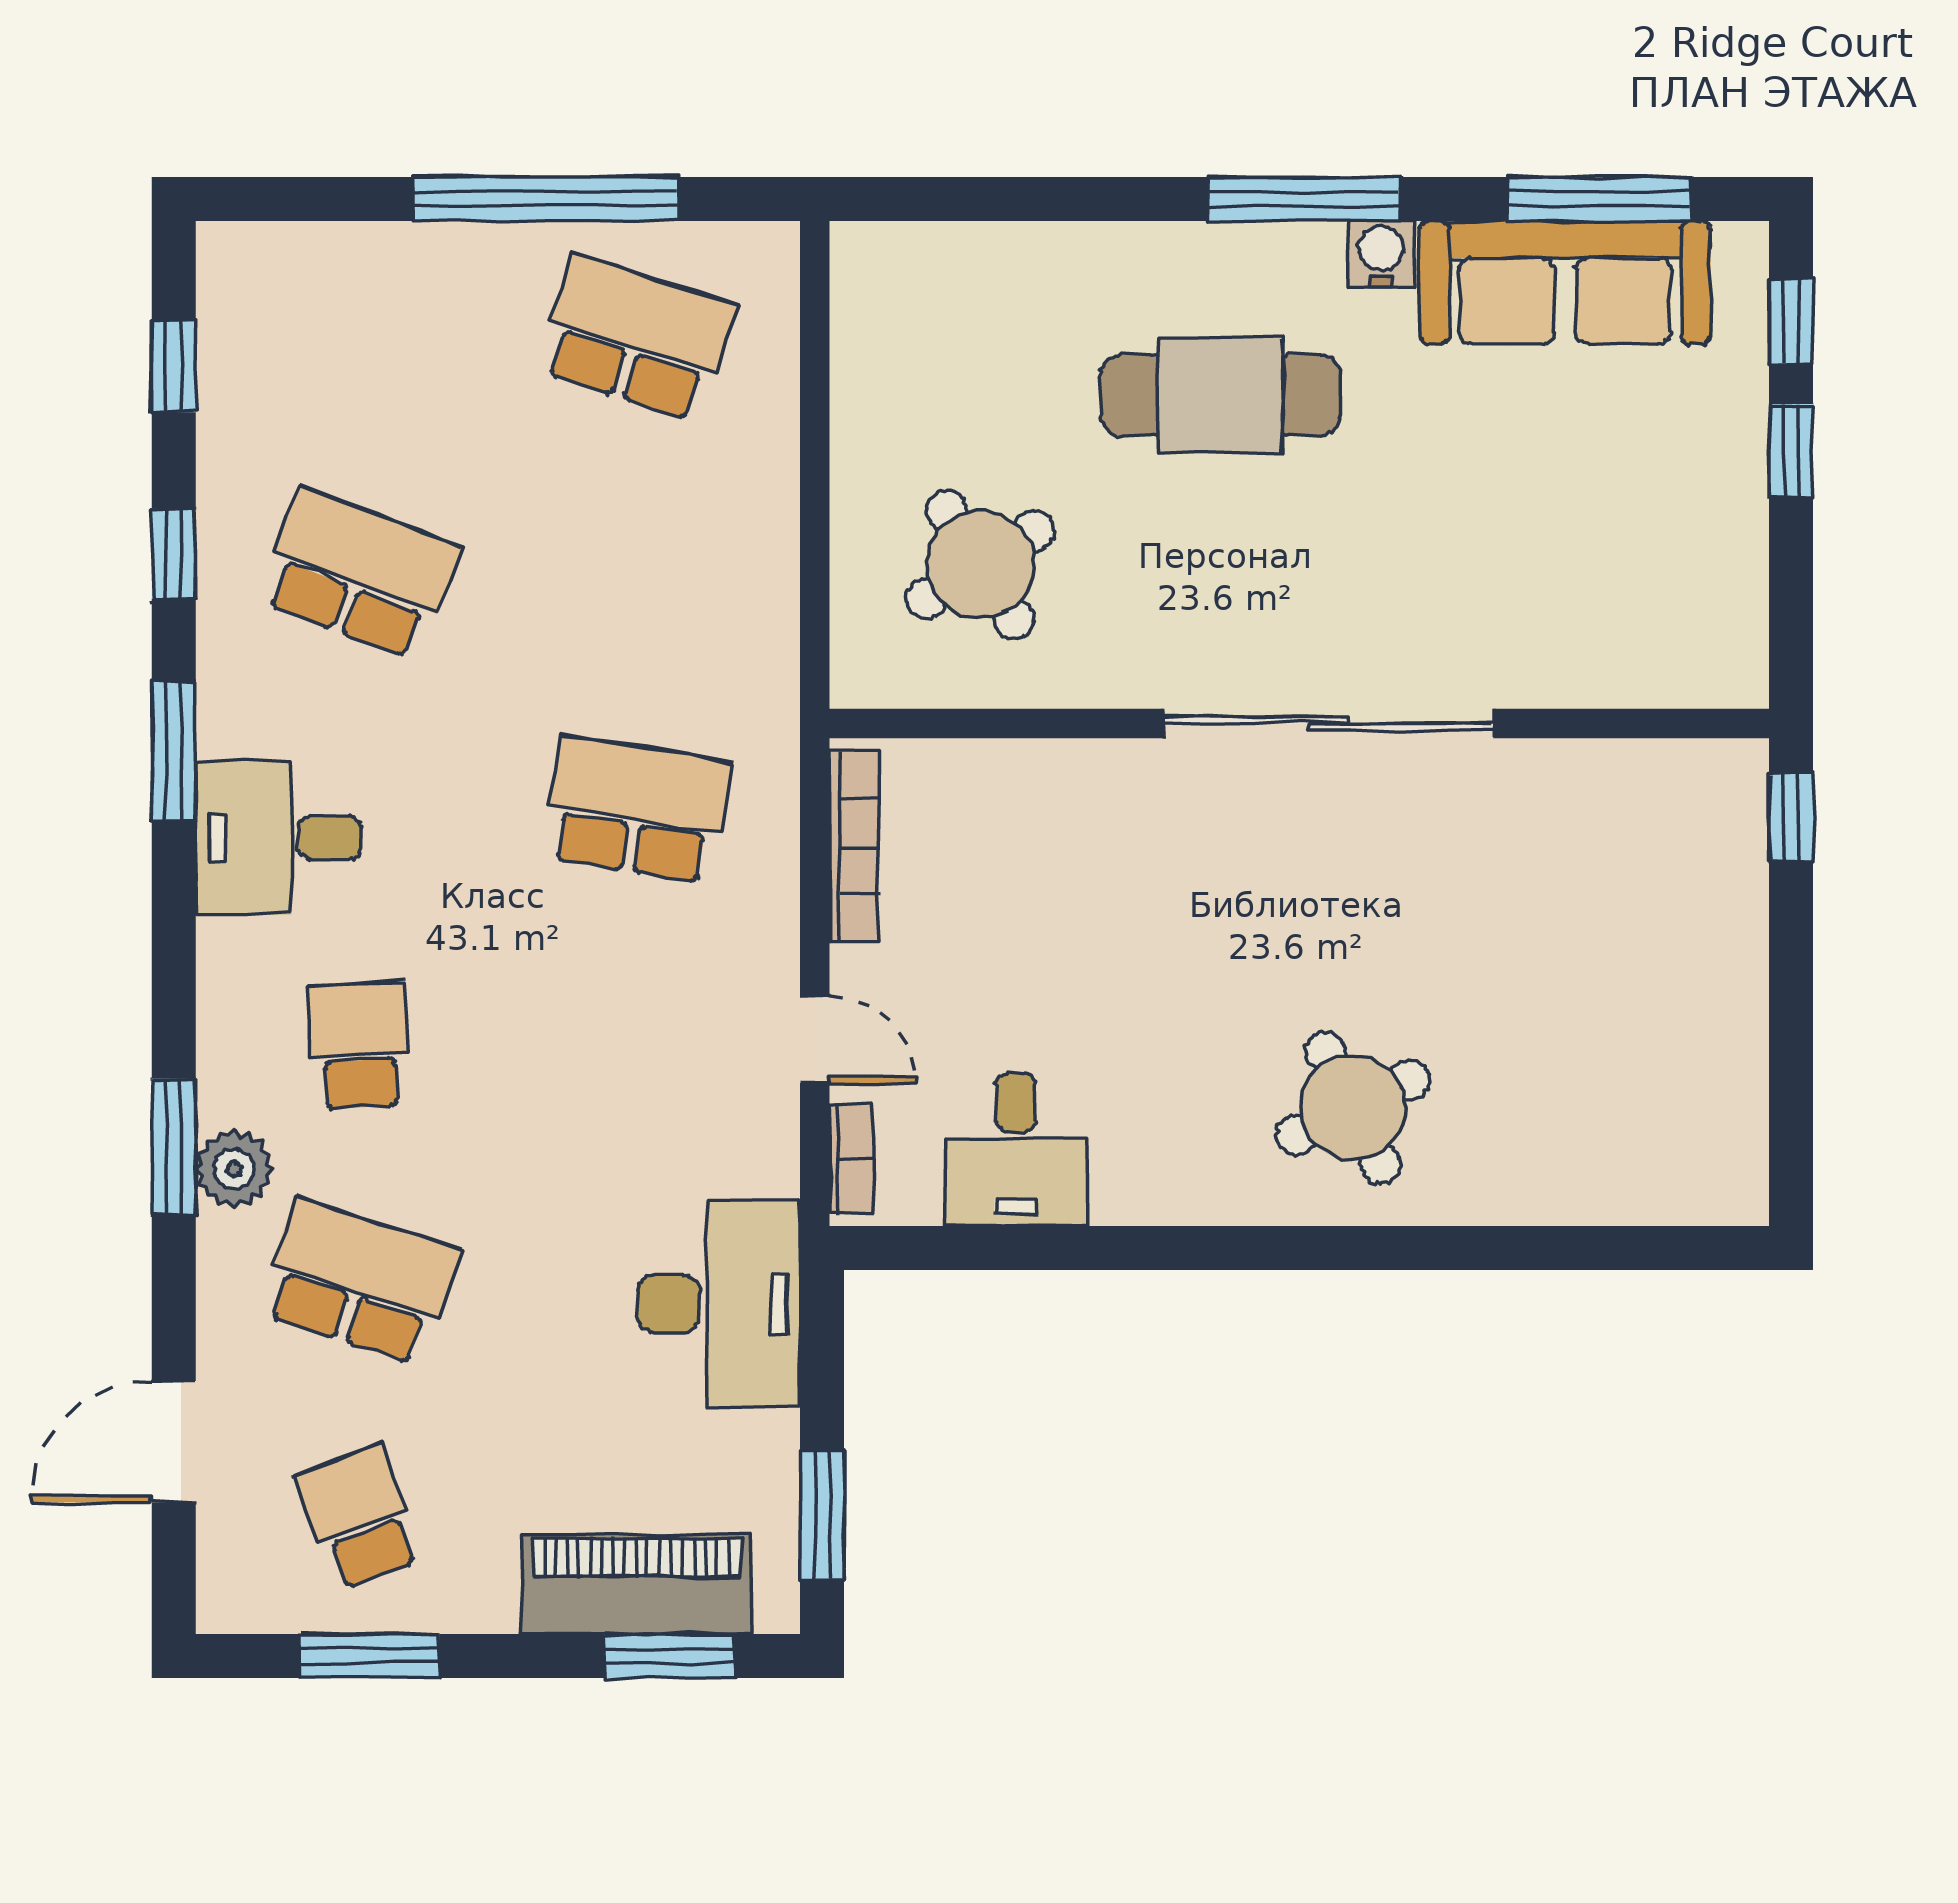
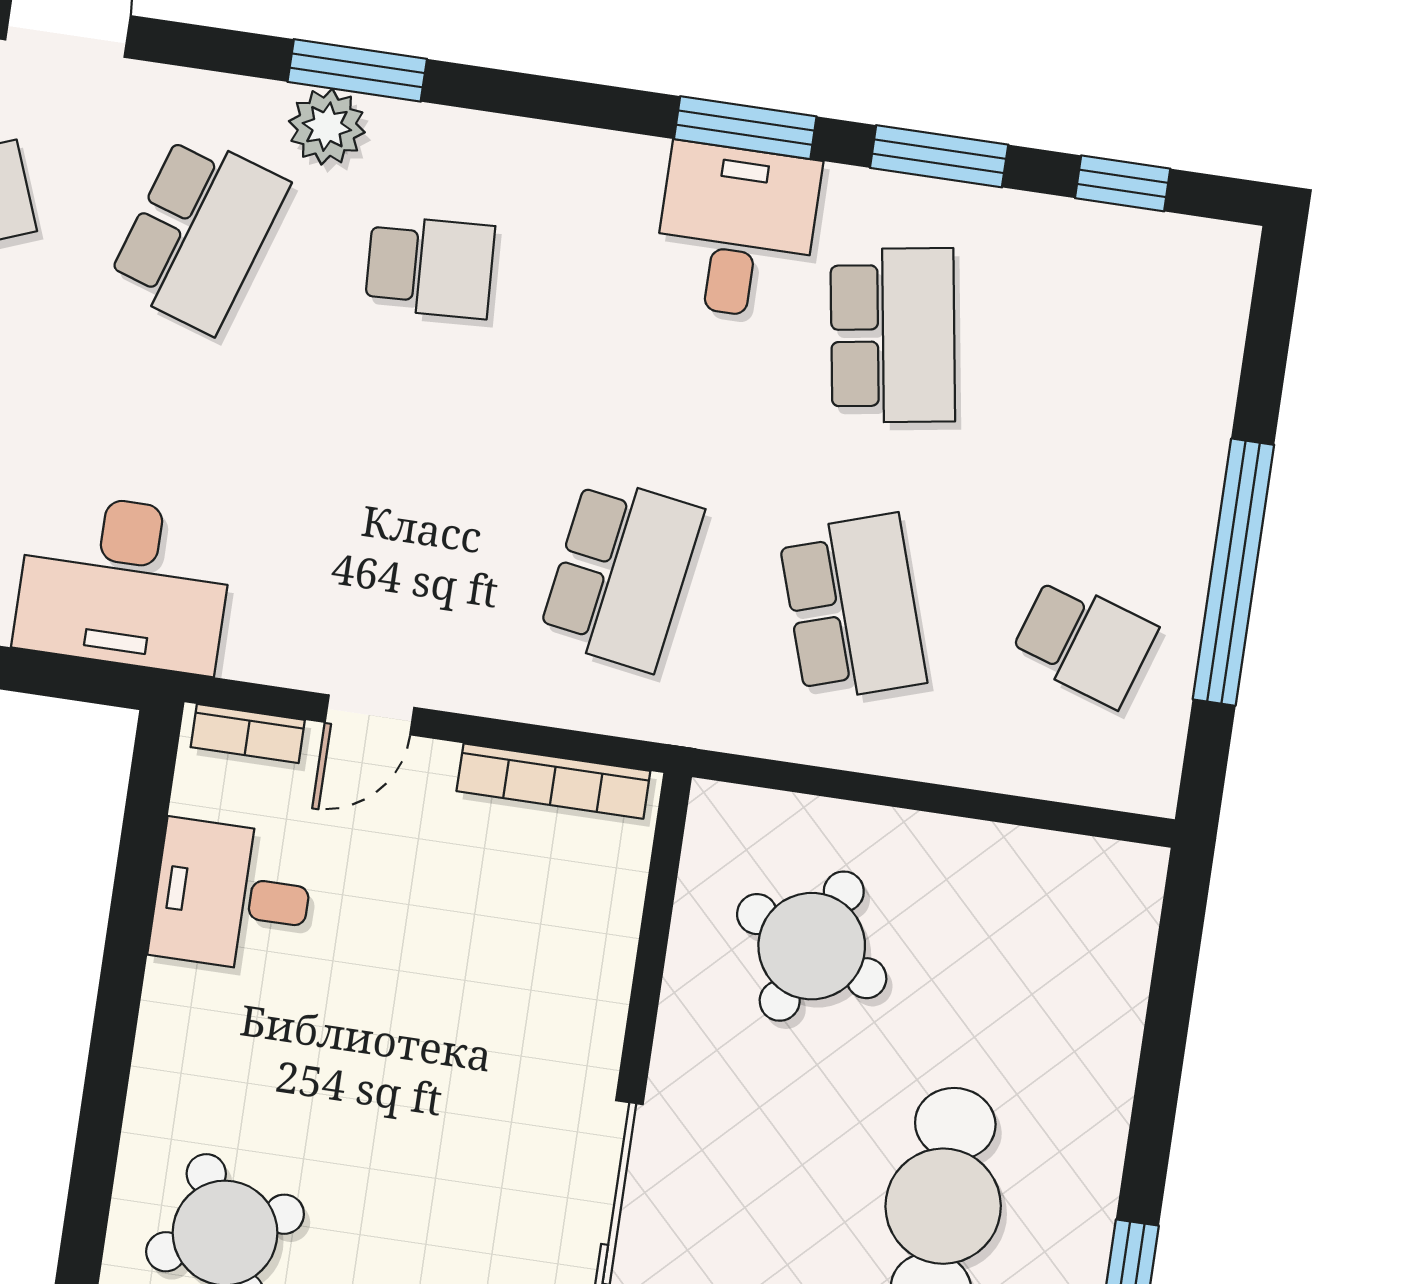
school desk: (637, 338) -> (1084, 642), width x0.54
window: (174, 554) -> (939, 156), width x1.50
round table: (980, 565) -> (812, 946), turned -36
school desk: (359, 574) -> (893, 335), turned -30
school desk: (637, 574) -> (853, 608), added
desk: (278, 838) -> (736, 231), moved

